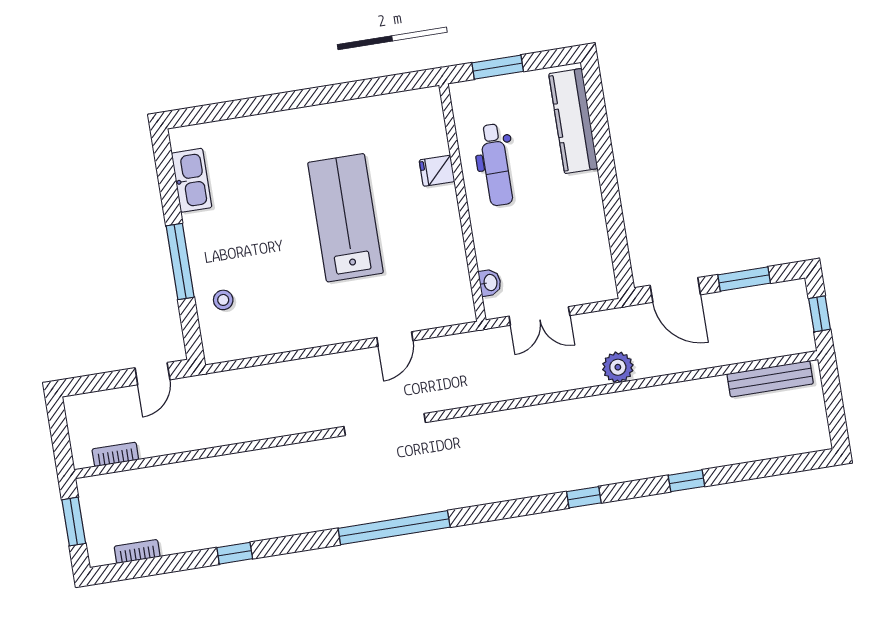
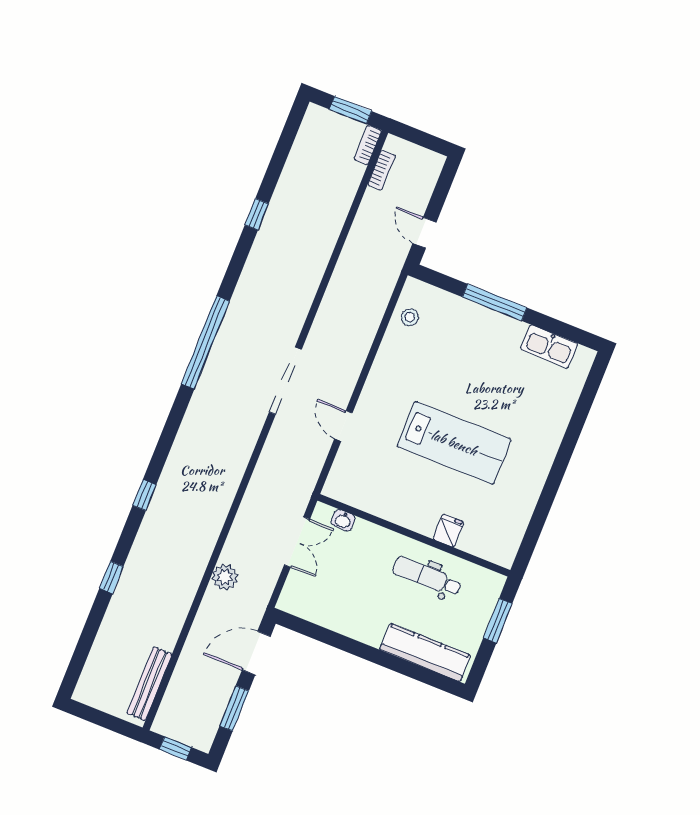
stool: (223, 300) -> (410, 317), moved
double door: (539, 316) -> (297, 542), swing flipped
bookcase: (137, 552) -> (368, 145), moved, turned 180

